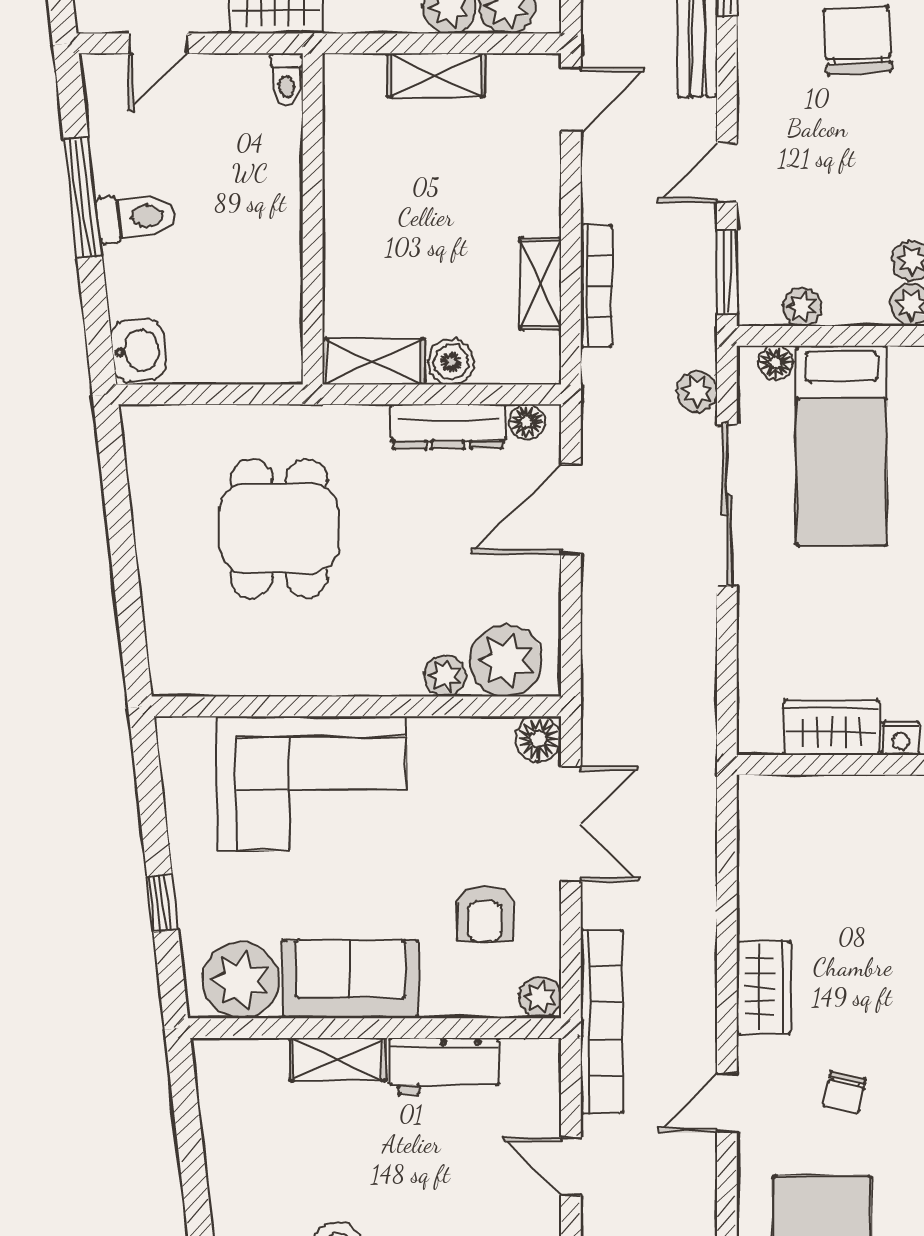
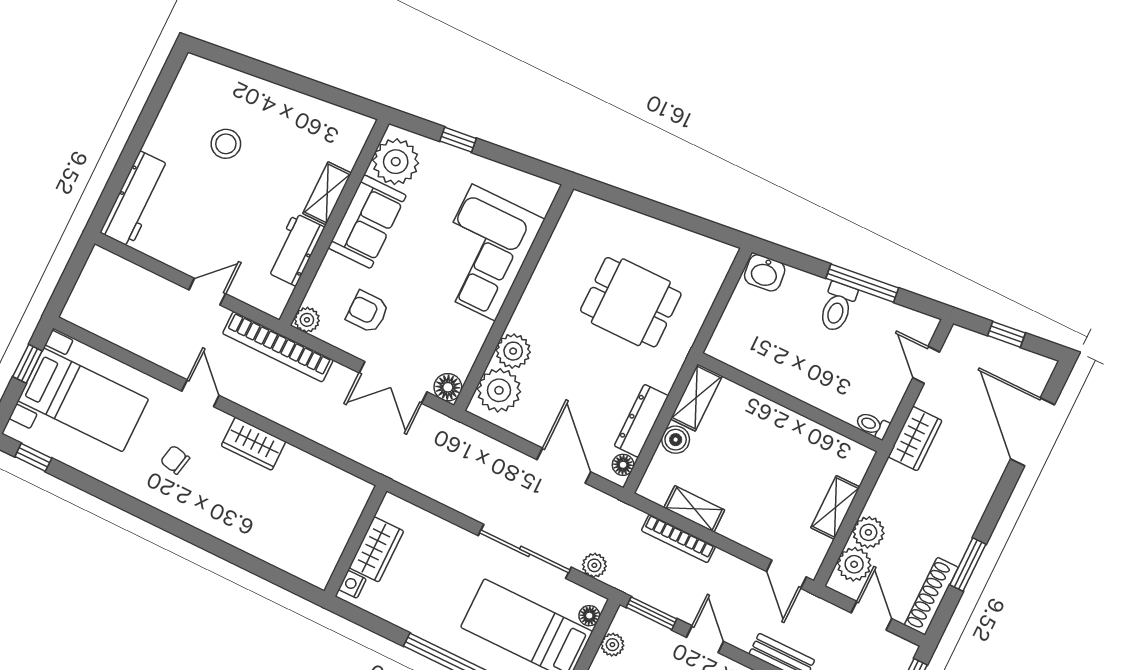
plant: (445, 676) -> (513, 351), width x1.38, depth x1.38

